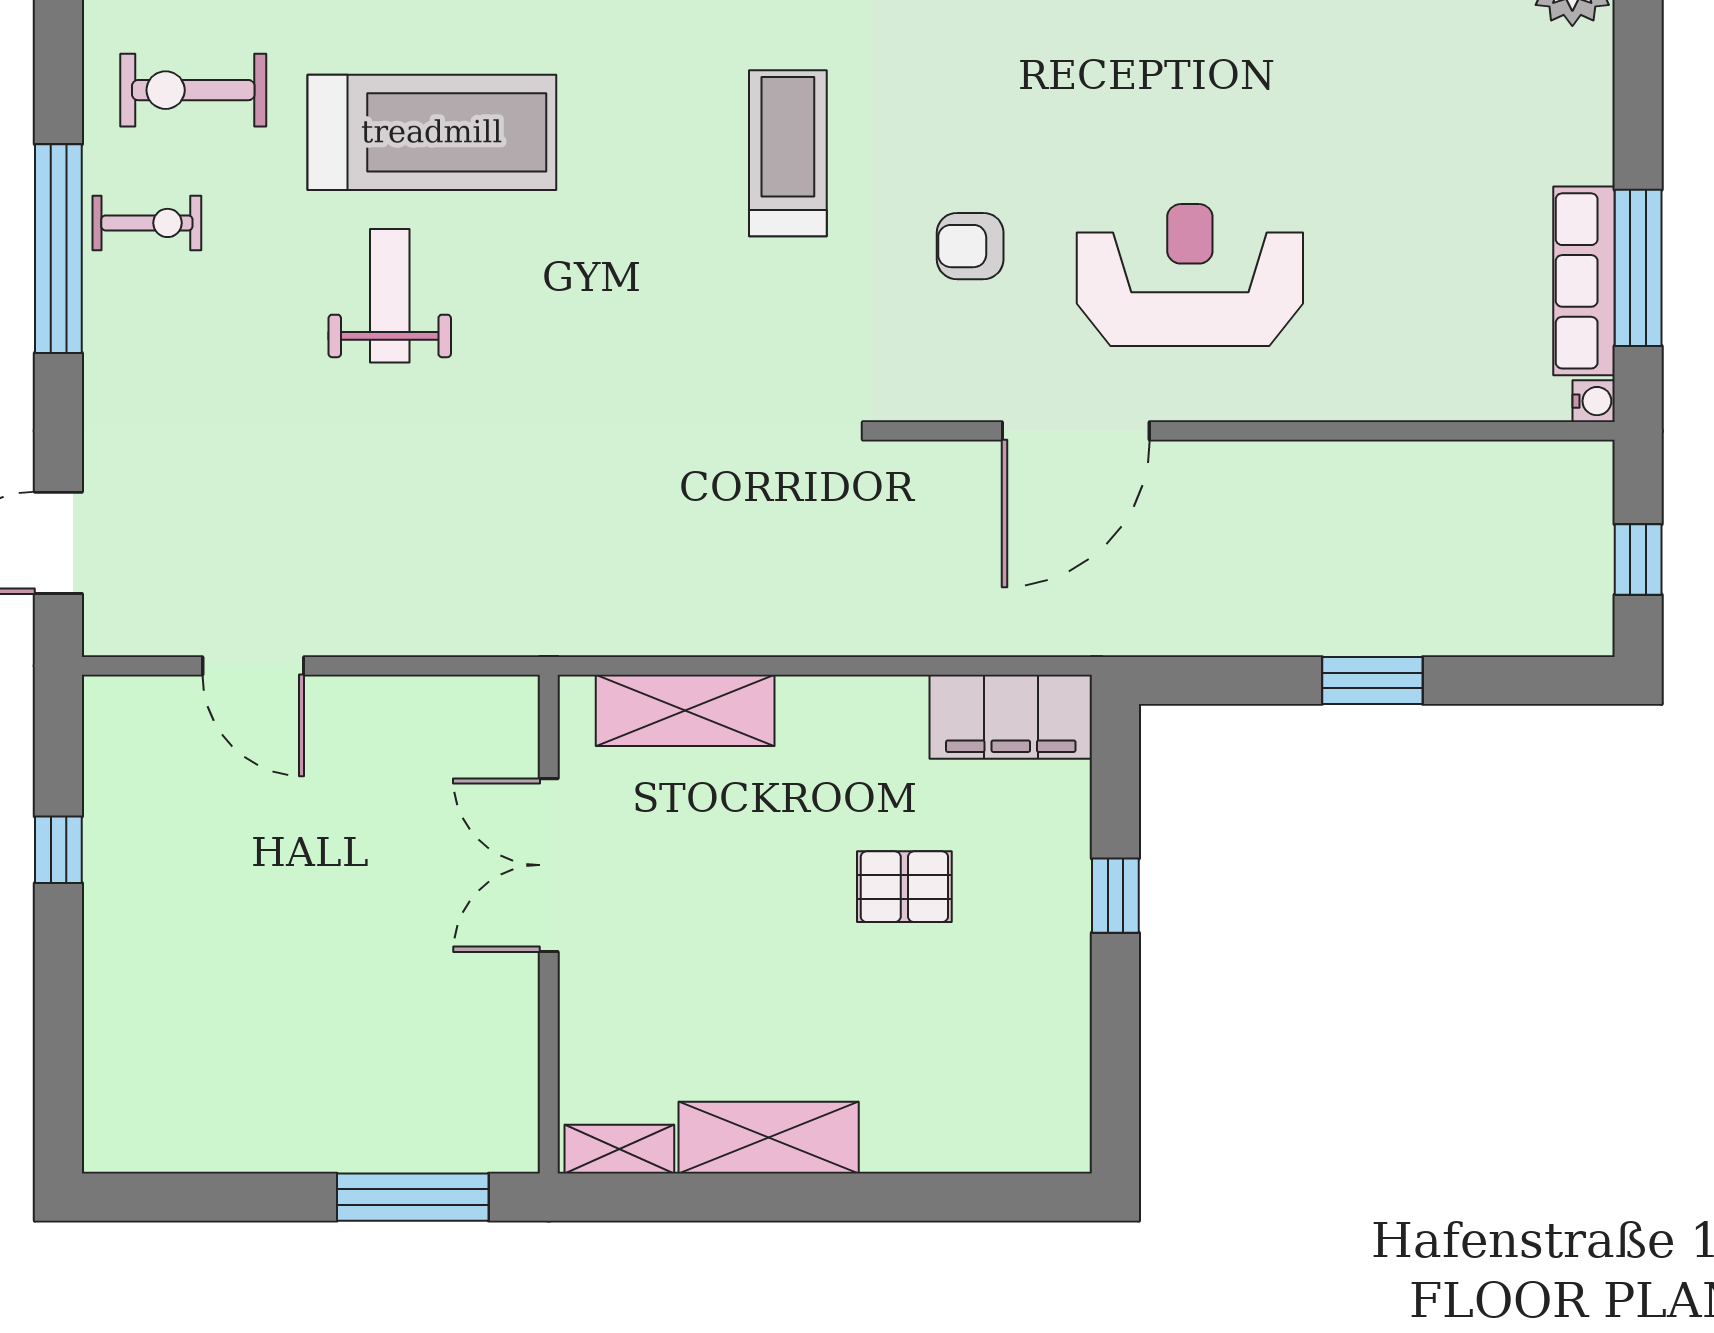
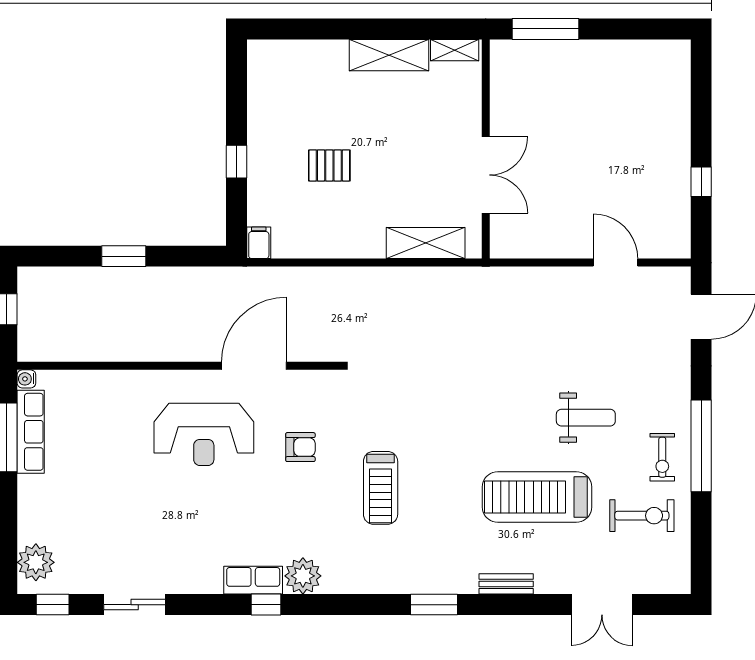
exercise bike: (147, 223) -> (662, 457), turned -90
weight bench: (390, 296) -> (586, 418), moved, turned -90
filing cabinet: (1011, 717) -> (259, 243), width x0.33, depth x0.86

